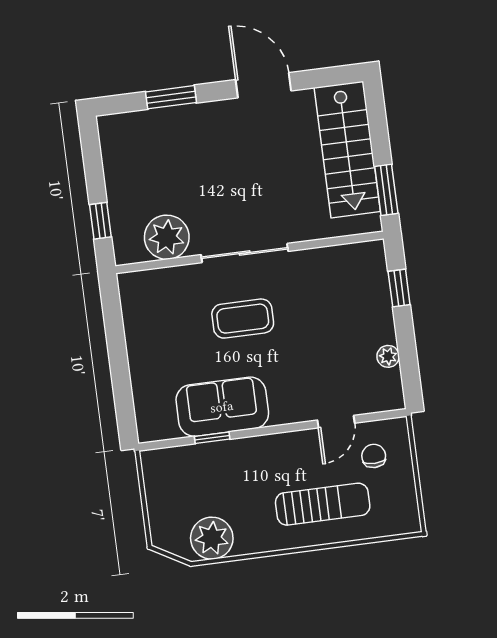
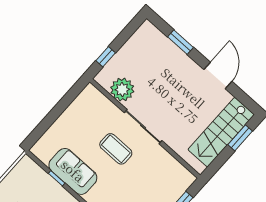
window: (386, 190) -> (240, 138), moved

